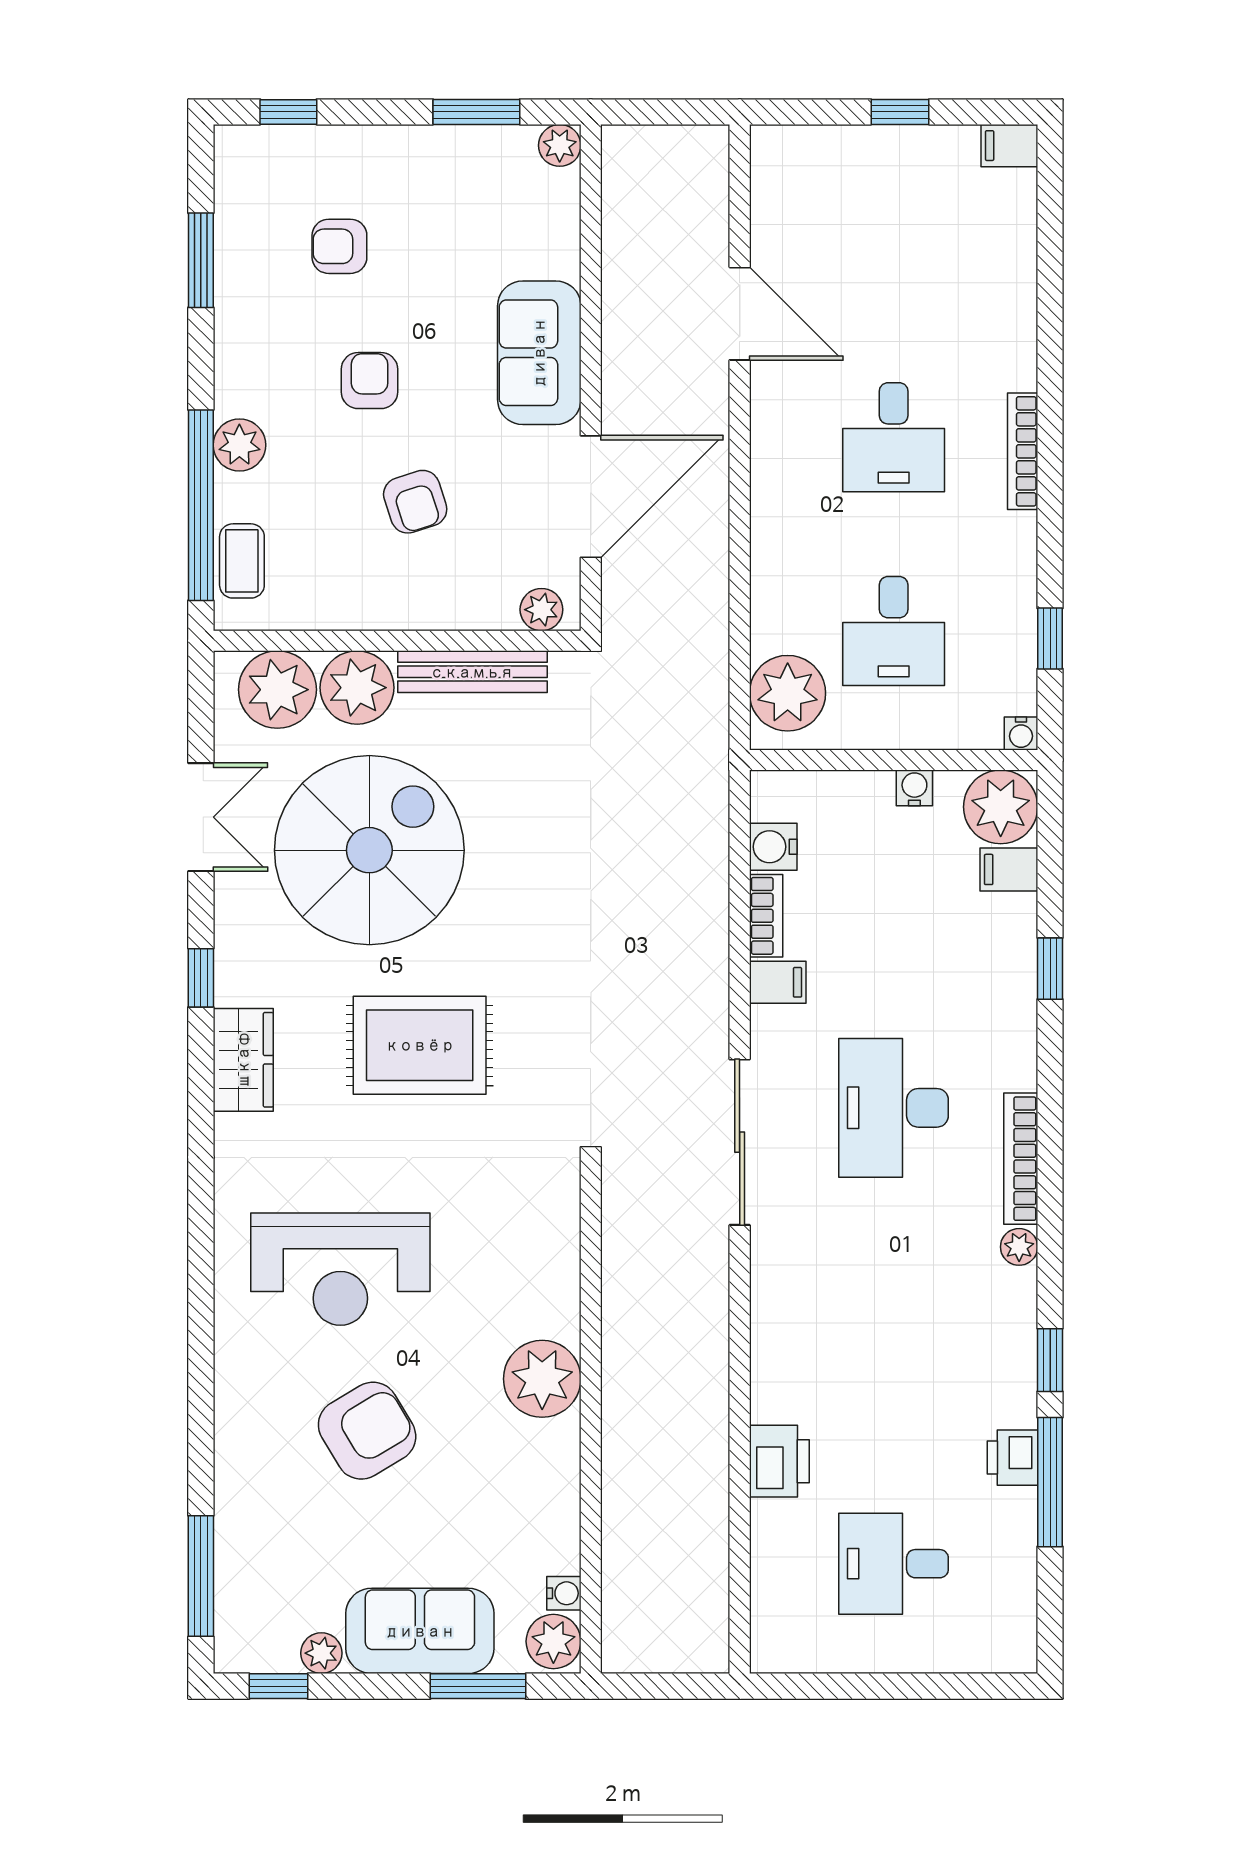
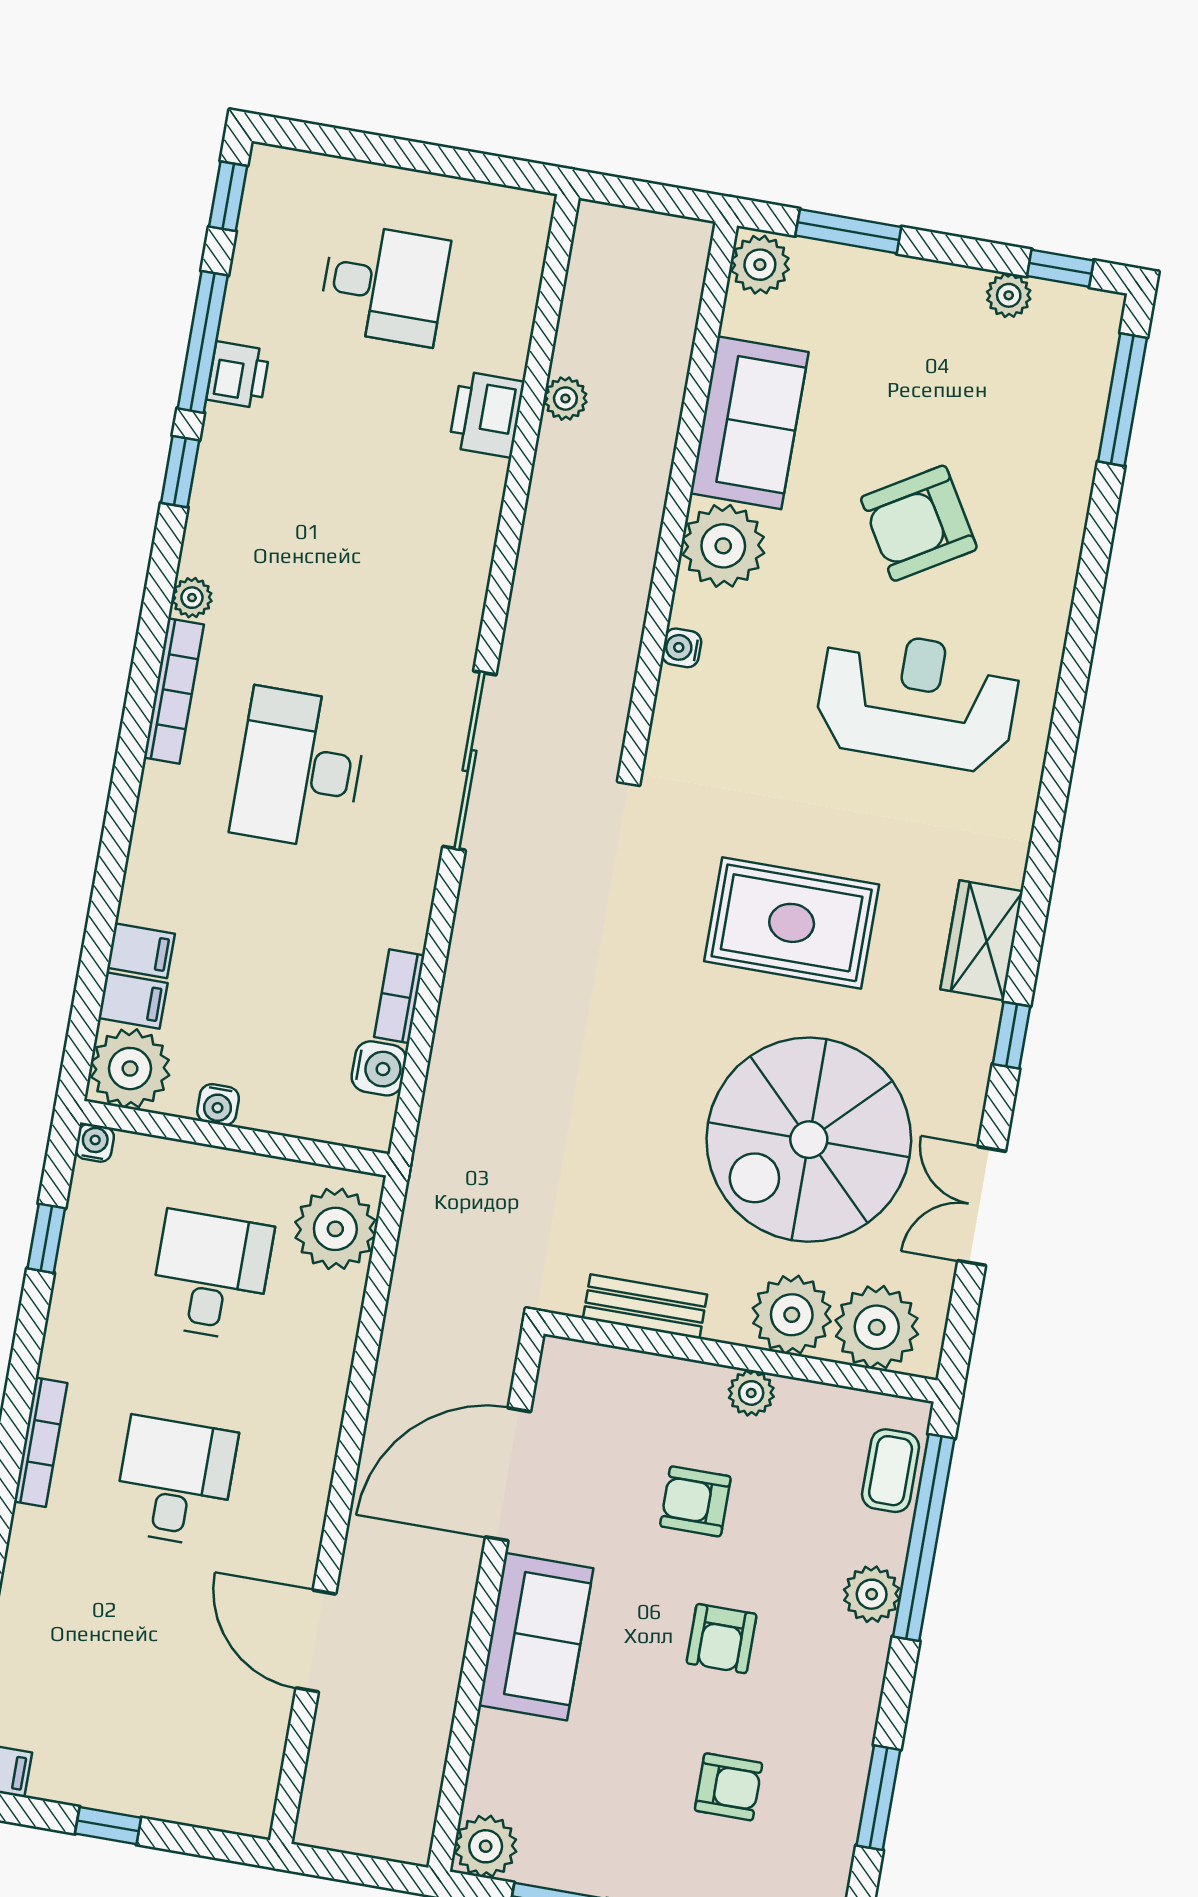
plant: (560, 145) -> (486, 1846), width x1.38, depth x1.38
armchair: (415, 502) -> (695, 1501), turned -72
plant: (541, 610) -> (751, 1393), moved
bench: (472, 672) -> (645, 1306), width x0.73
window: (1050, 969) -> (228, 196), moved
filing cabinet: (778, 982) -> (141, 951), moved, turned 180
desk: (894, 1108) -> (300, 769), turned 180
plant: (710, 1488) -> (565, 399), added
water cooler: (564, 1593) -> (682, 648), moved
sofa: (420, 1631) -> (749, 423), moved, turned -90

